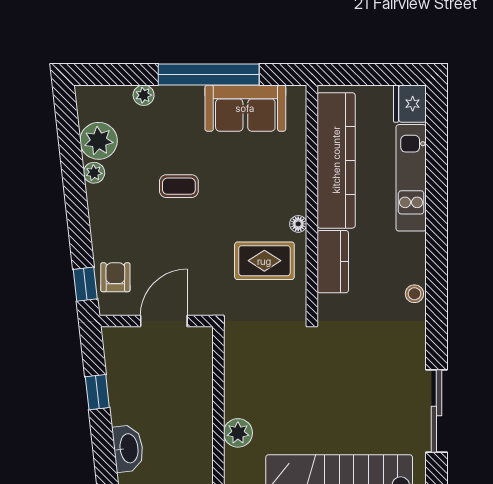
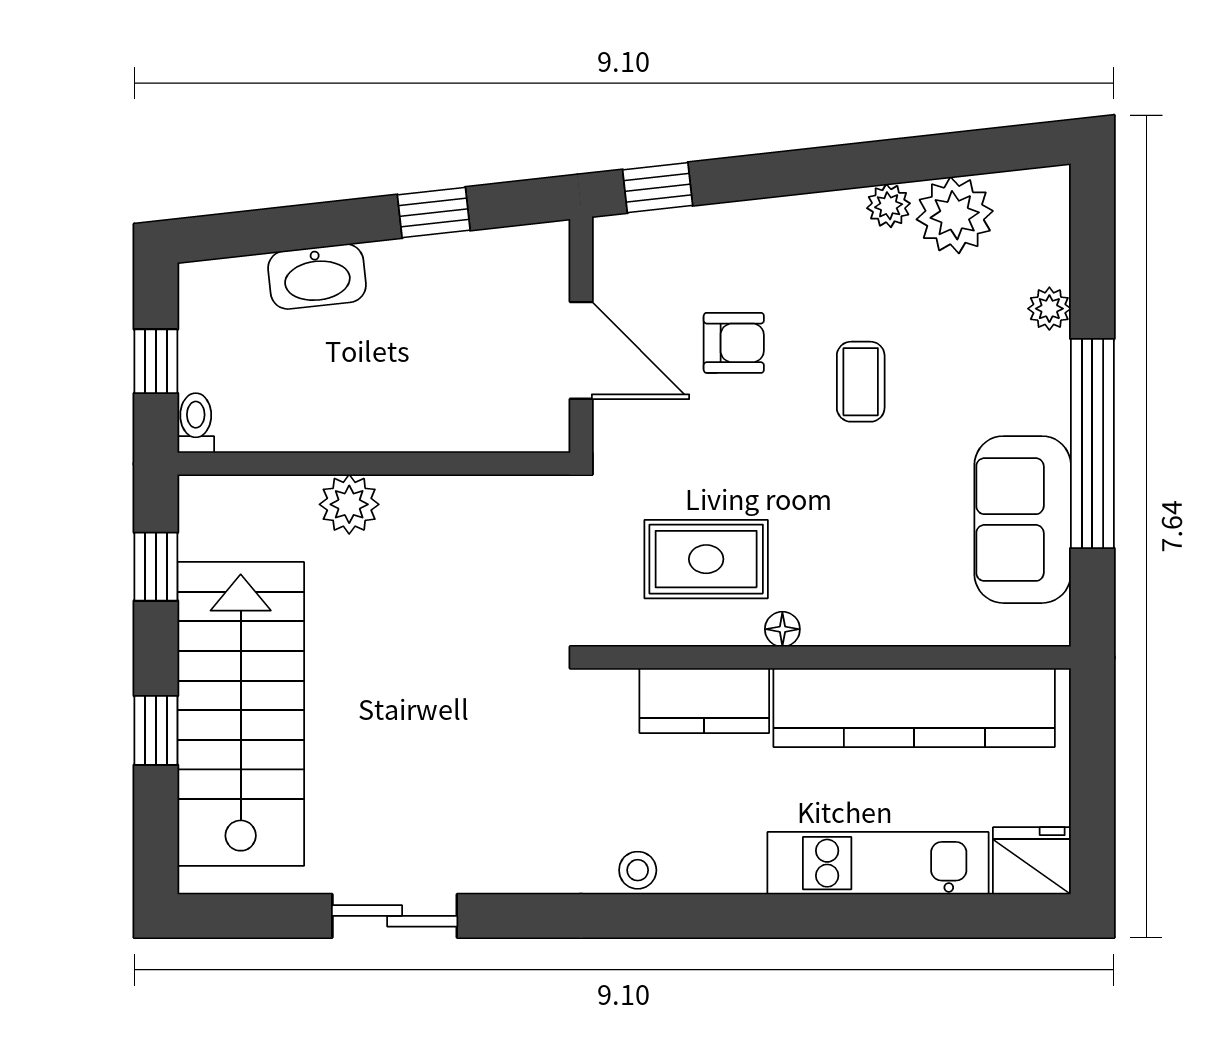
rug: (264, 261) -> (706, 559), turned 90
armchair: (115, 277) -> (734, 343), moved
sliding door: (436, 411) -> (395, 916), width x0.73

